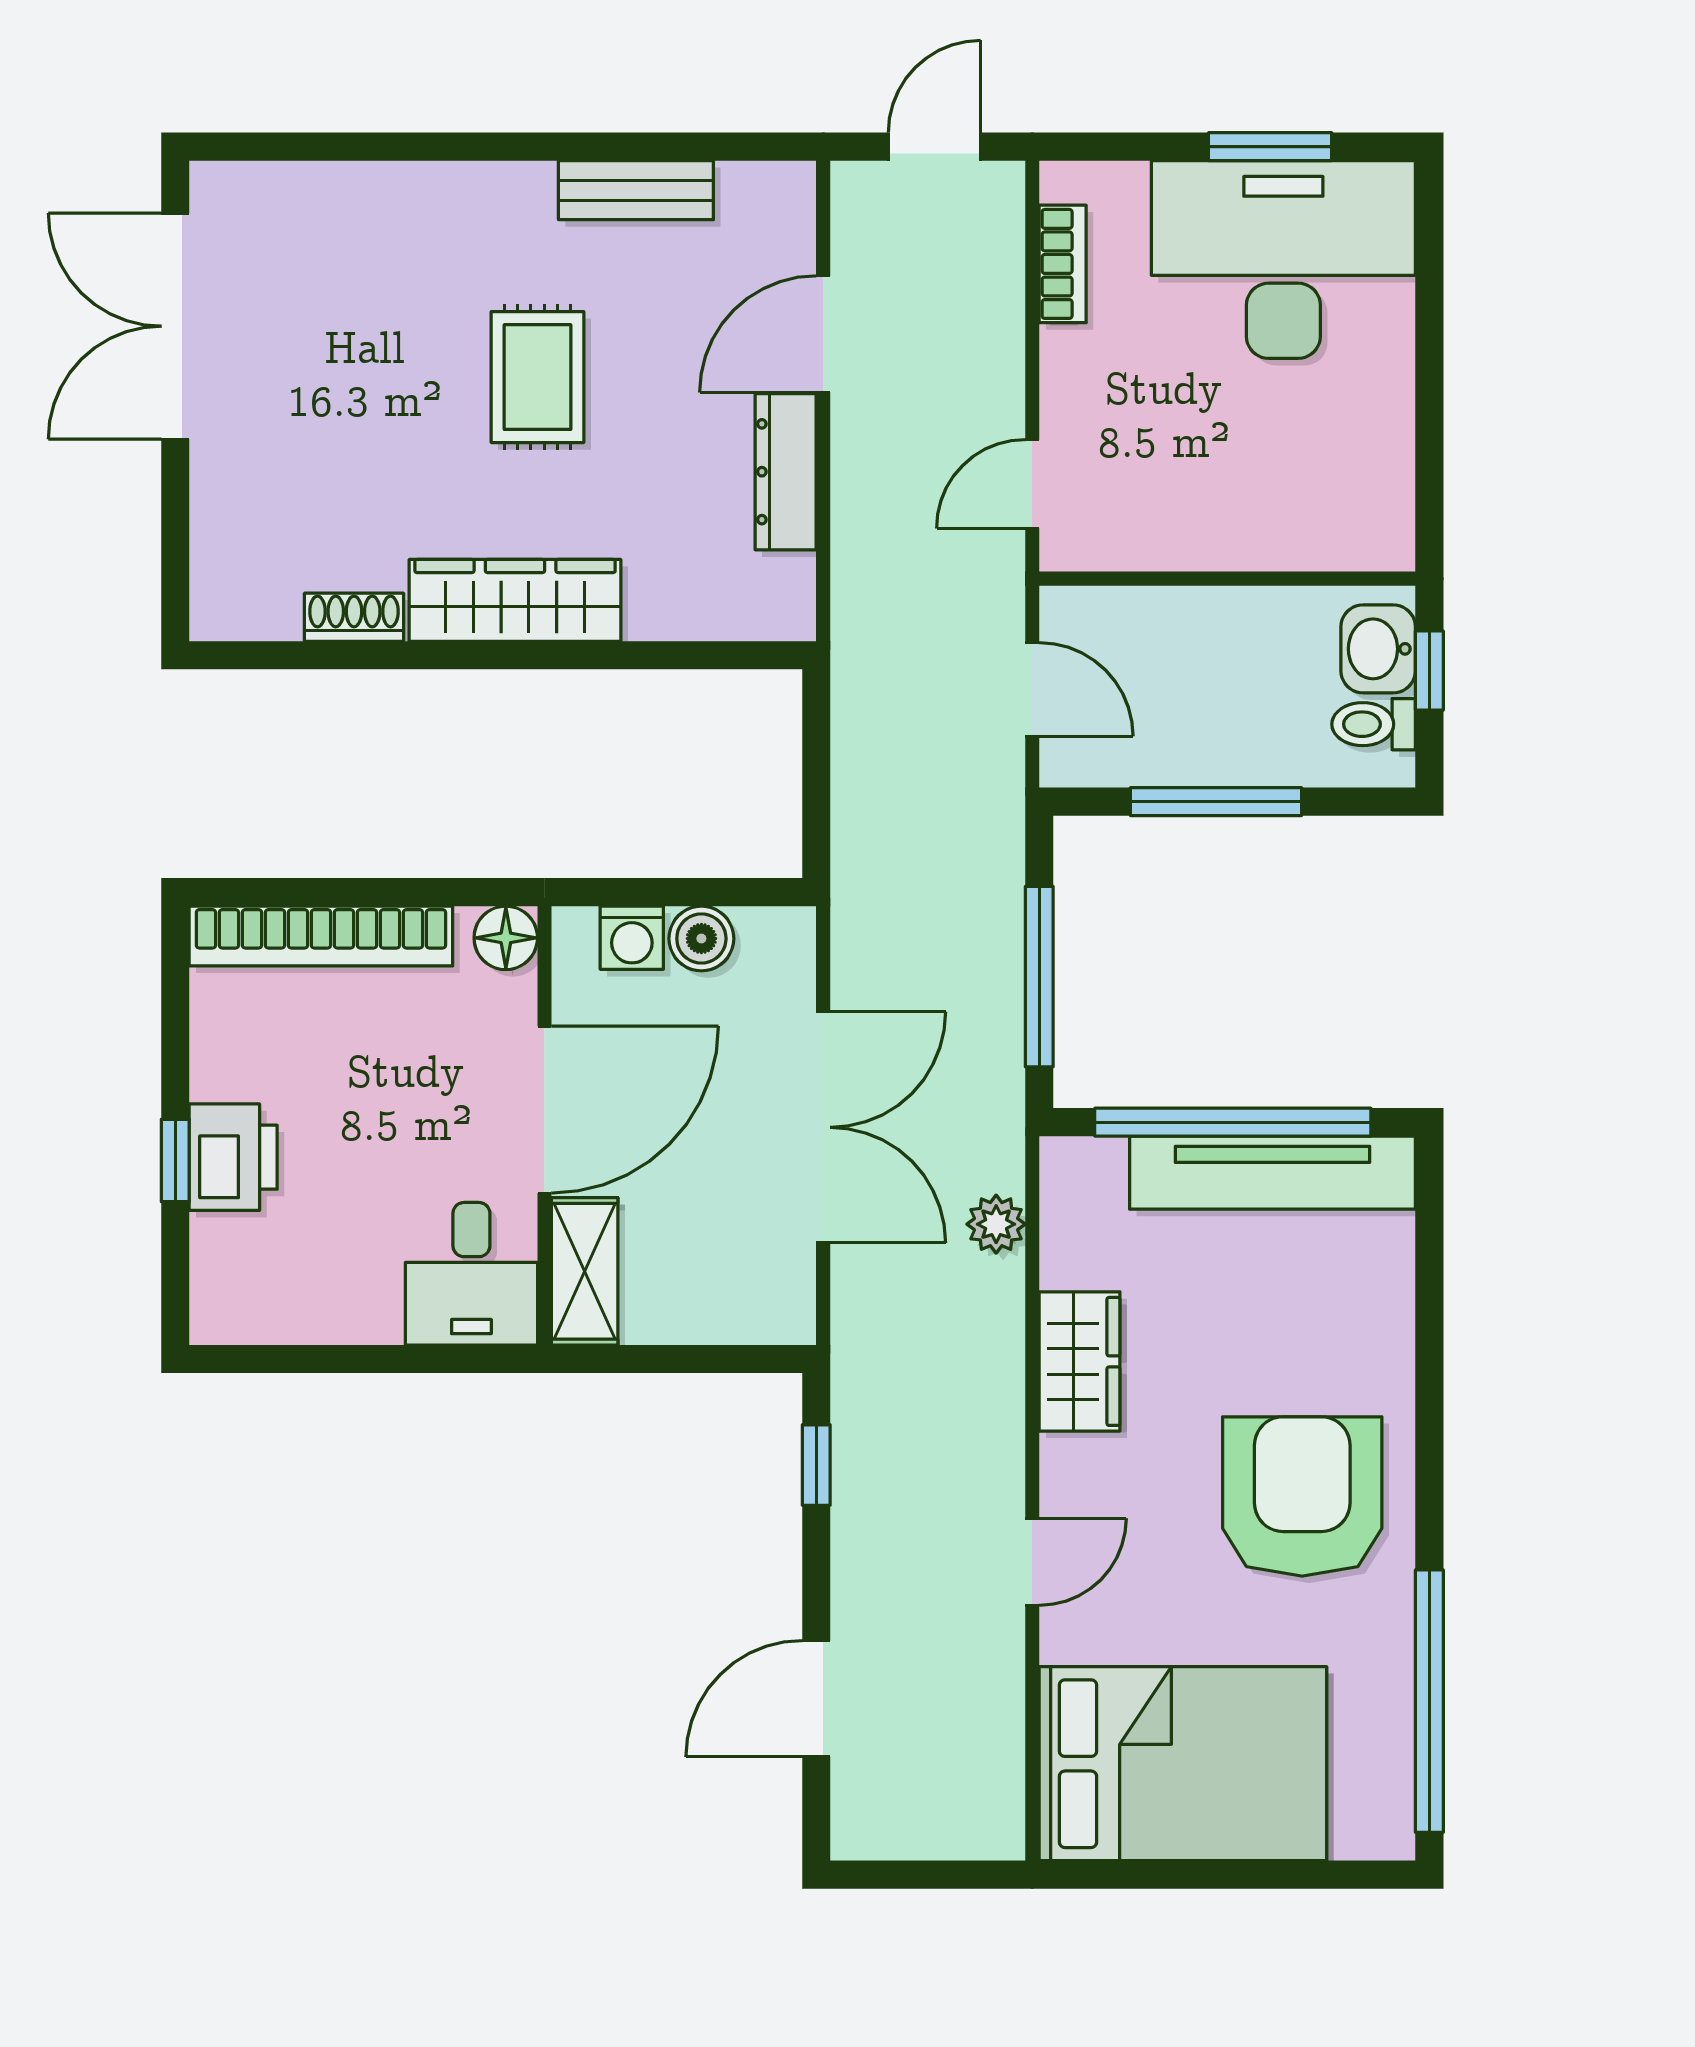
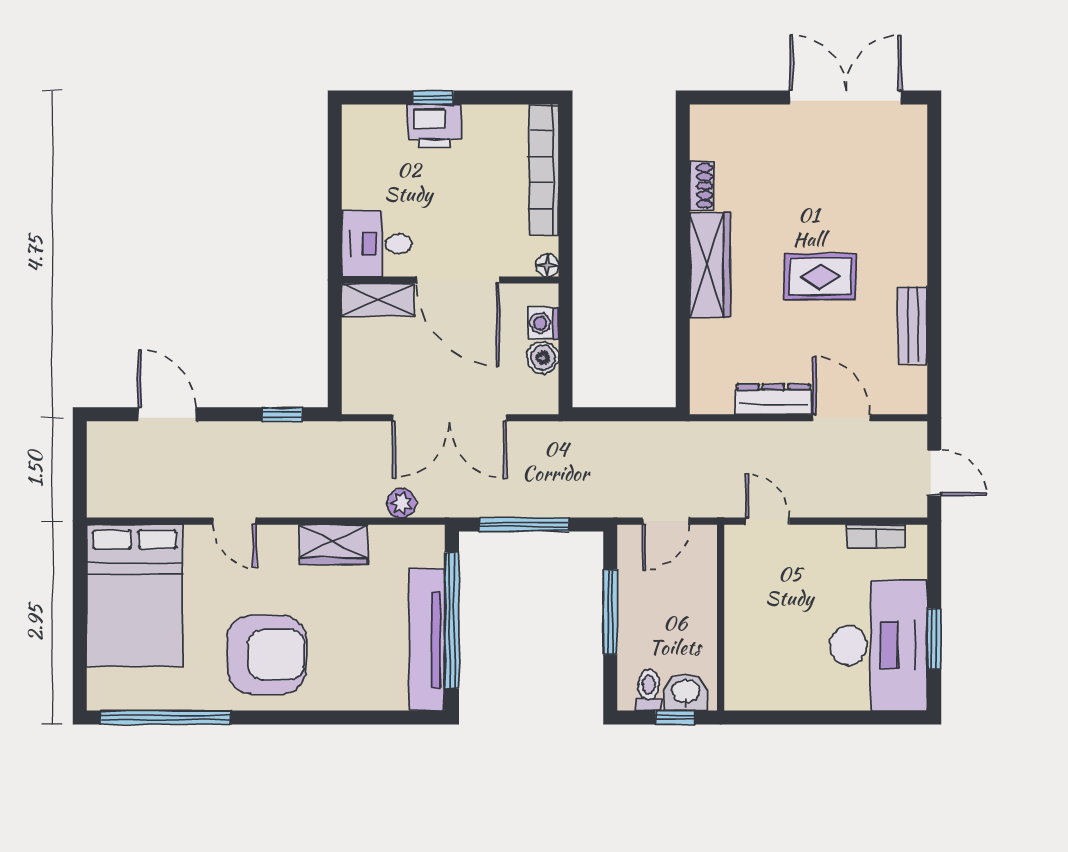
floor lamp: (506, 938) -> (547, 265), width x0.73, depth x0.73

